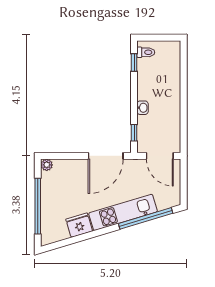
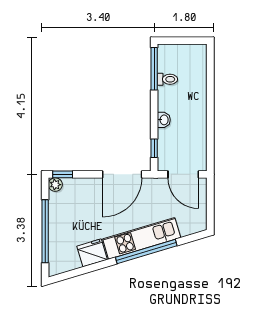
toilet: (146, 52) -> (167, 79), moved
window: (134, 62) -> (154, 69), width x2.17
window: (53, 156) -> (63, 174), added
window: (146, 218) -> (146, 251), moved

